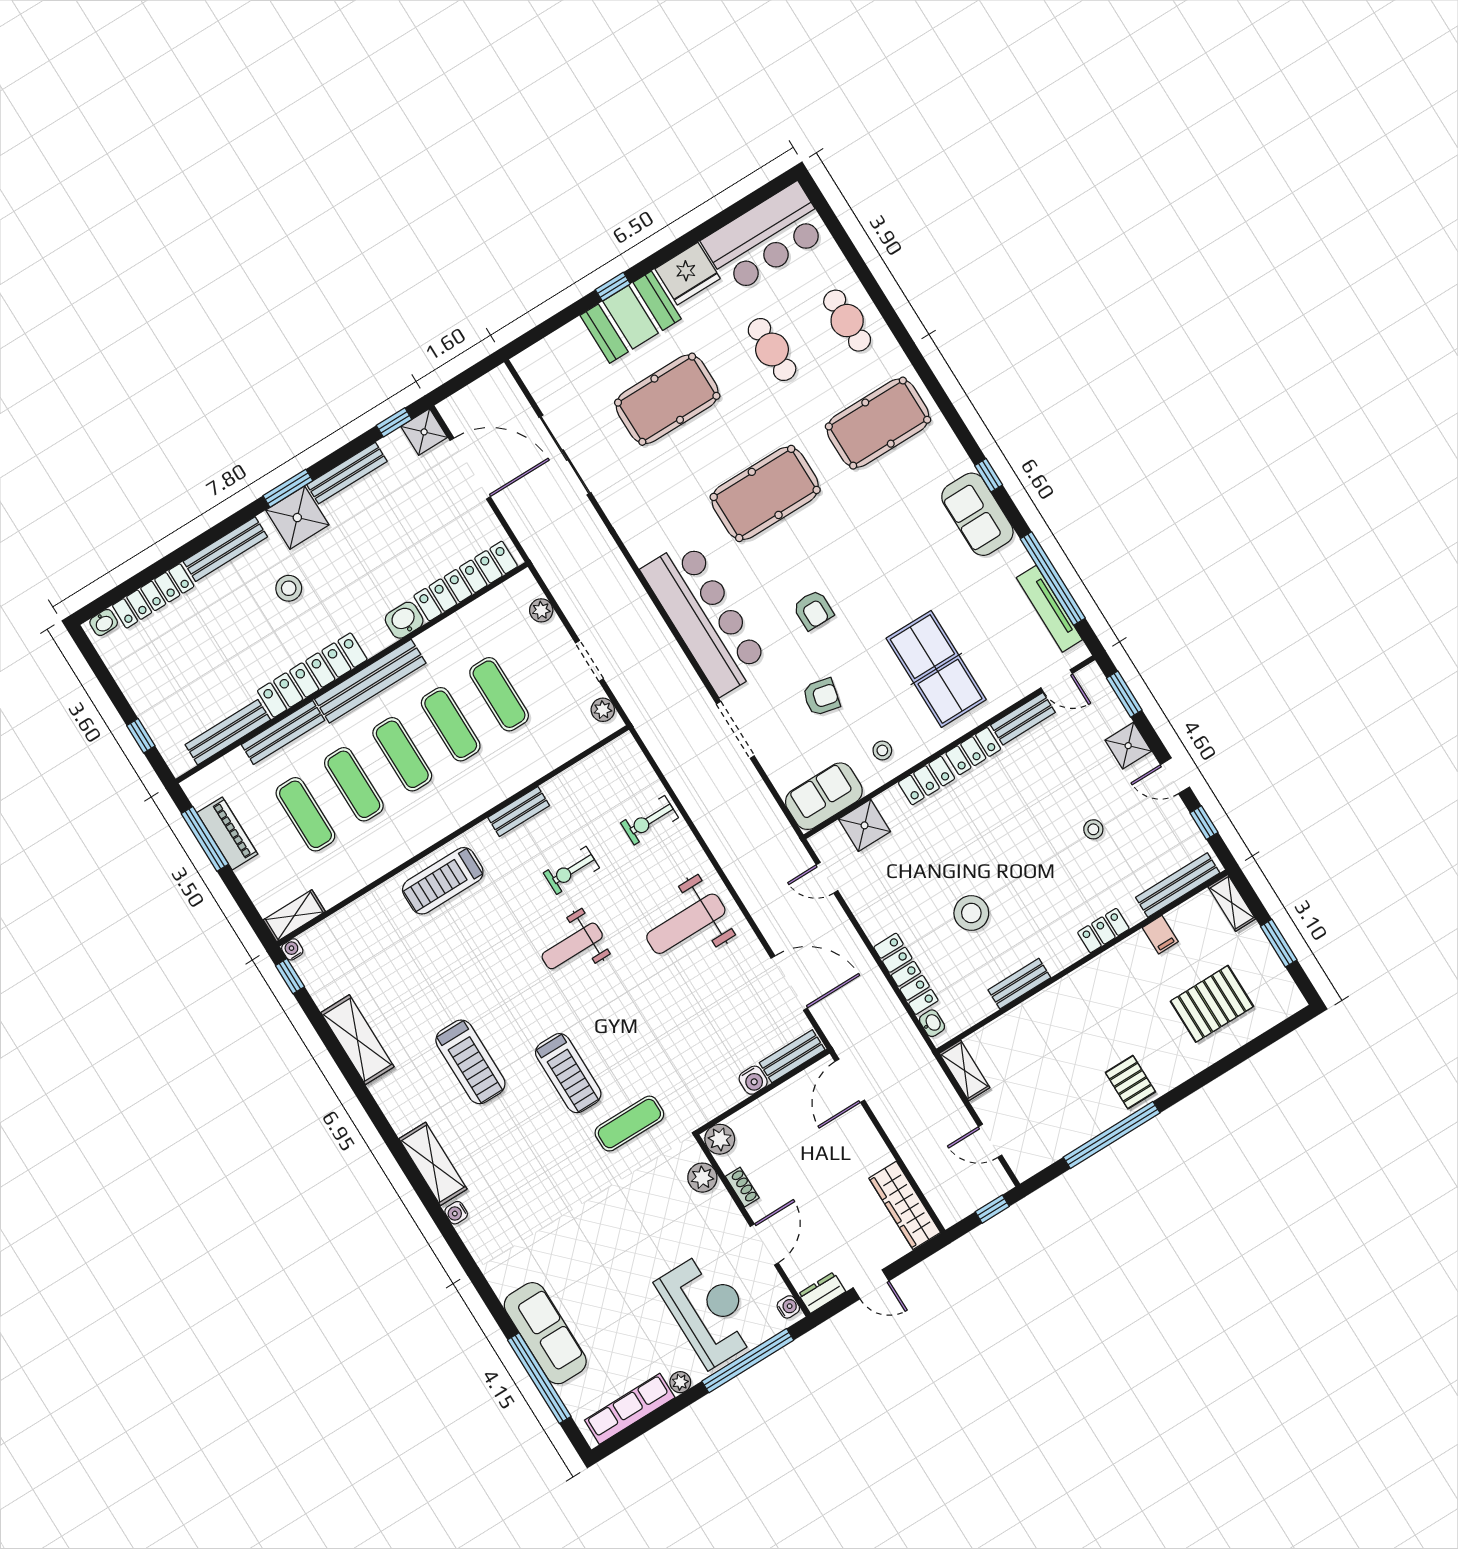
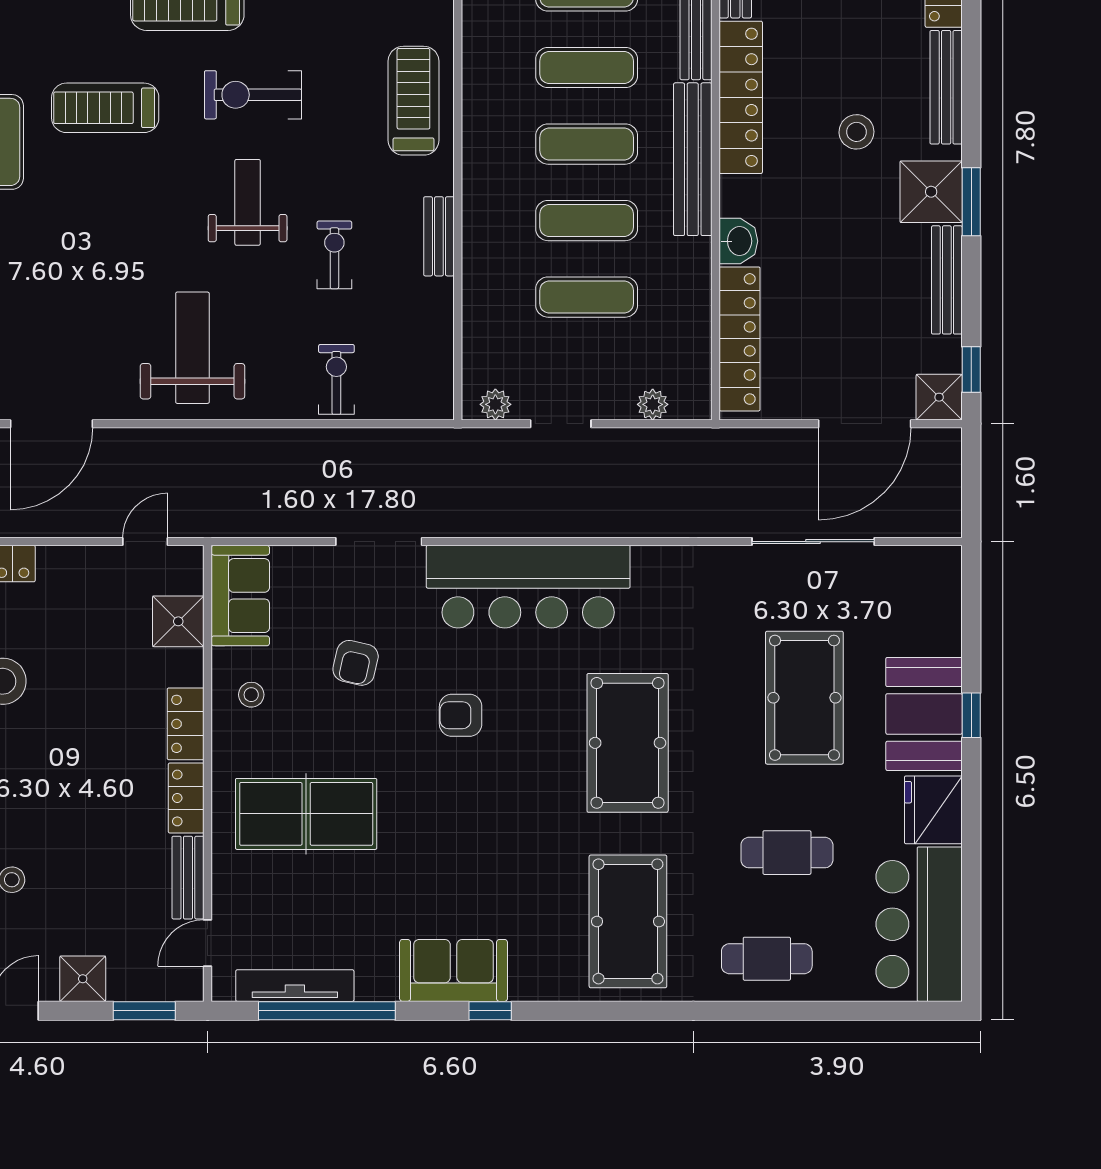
exercise bike: (502, 985) -> (253, 95), added

